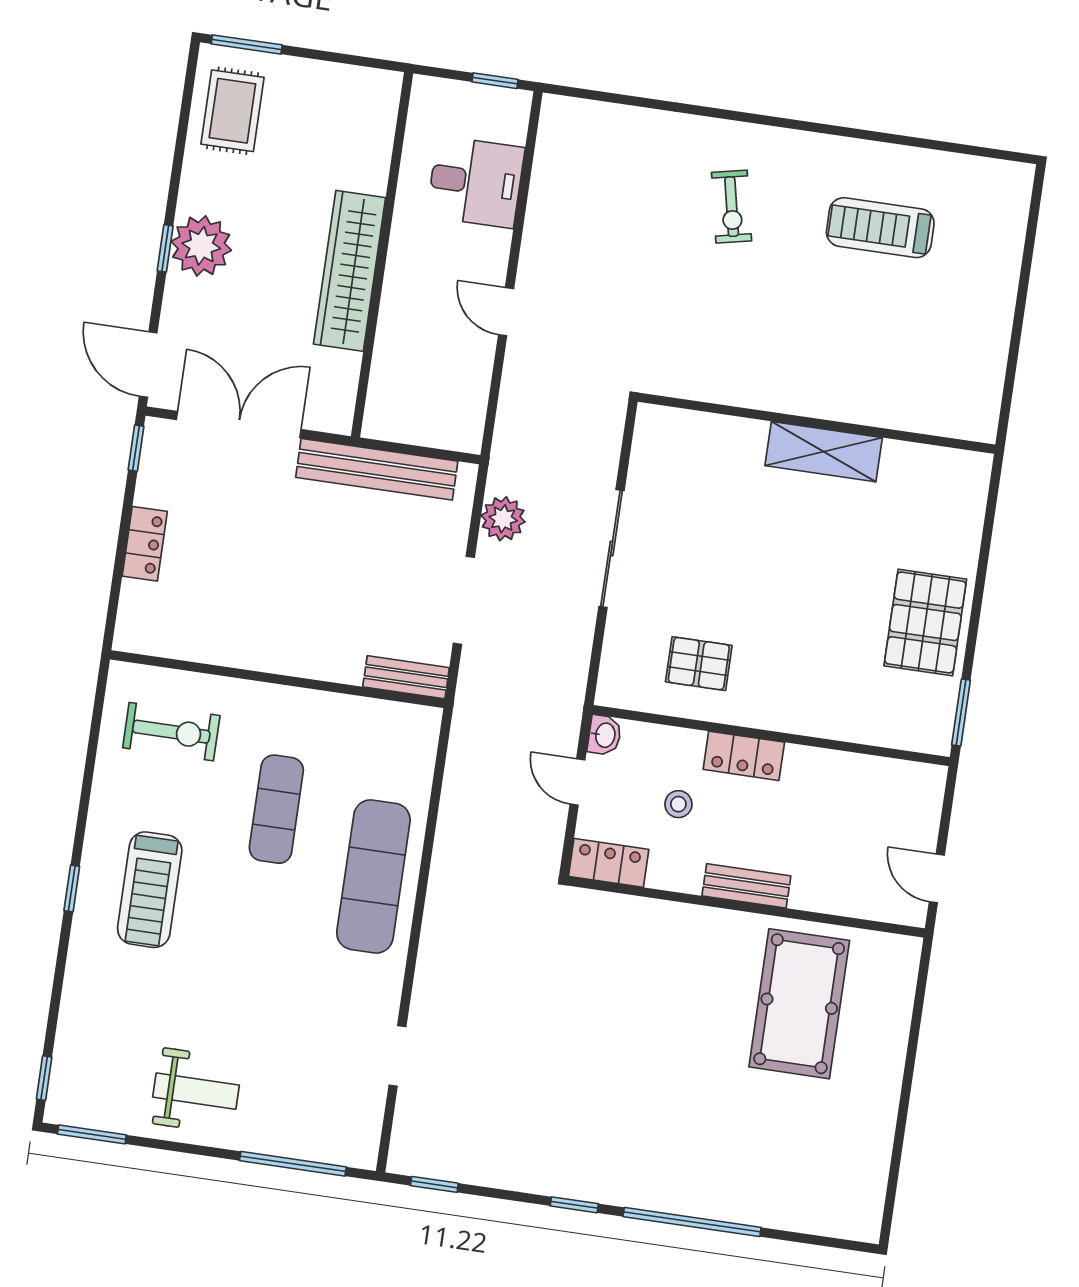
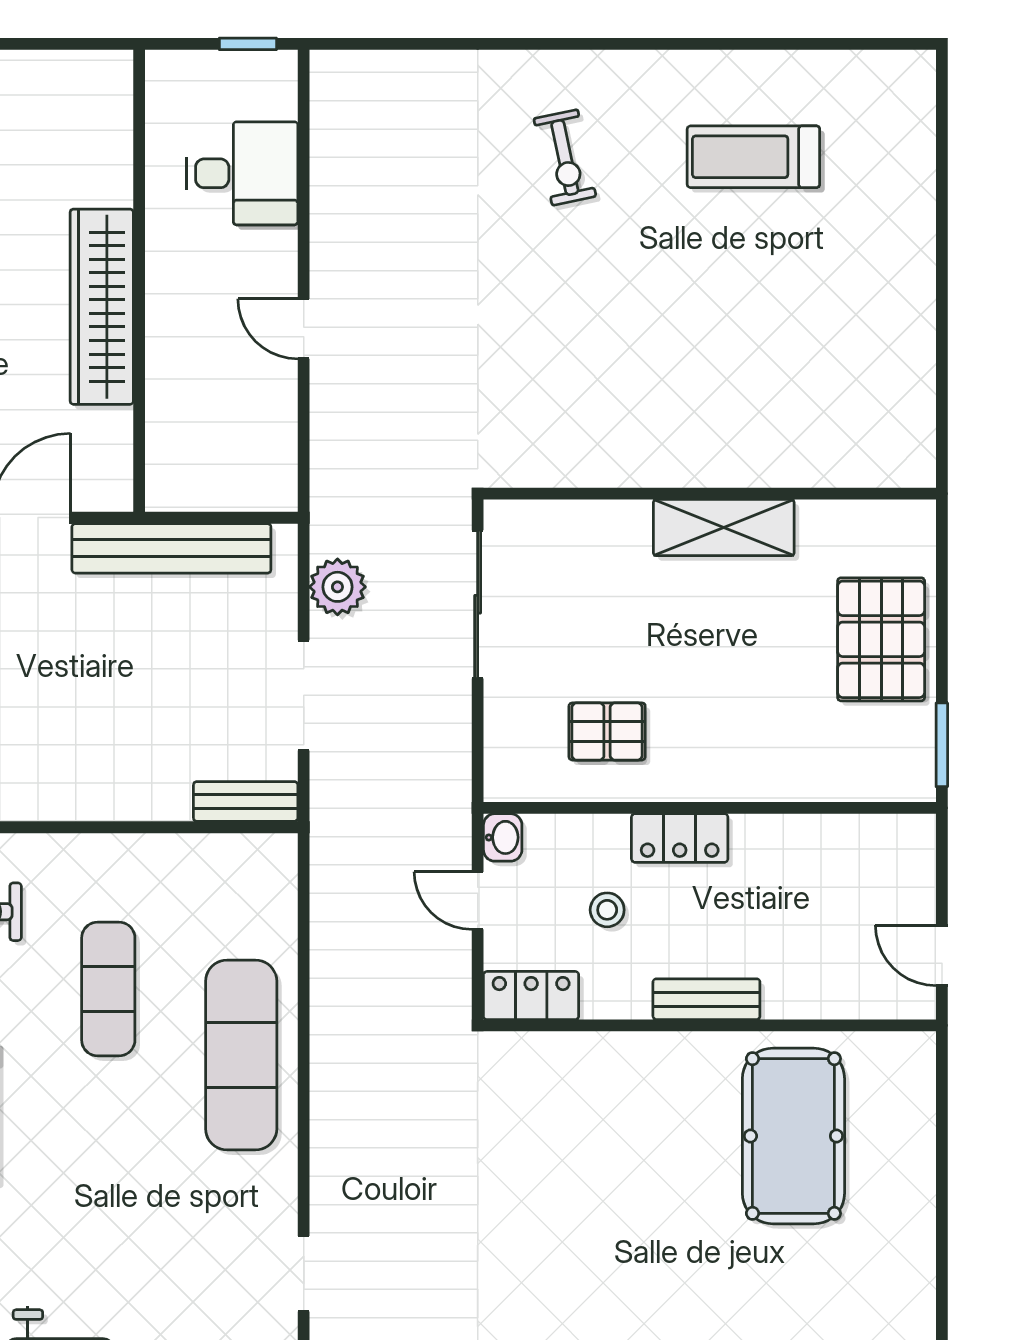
wall: (817, 423) -> (710, 494), moved
shelving: (824, 452) -> (724, 528), moved

